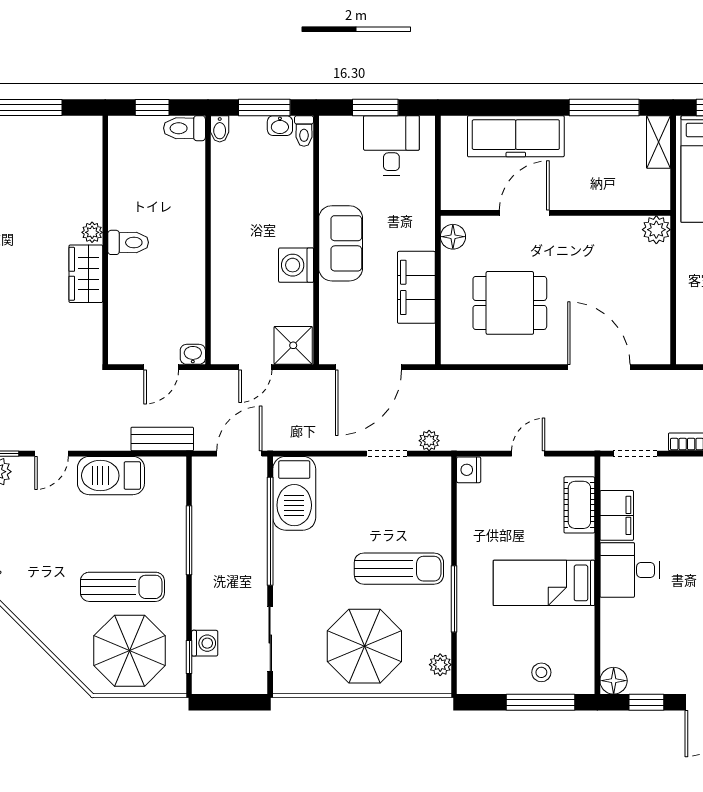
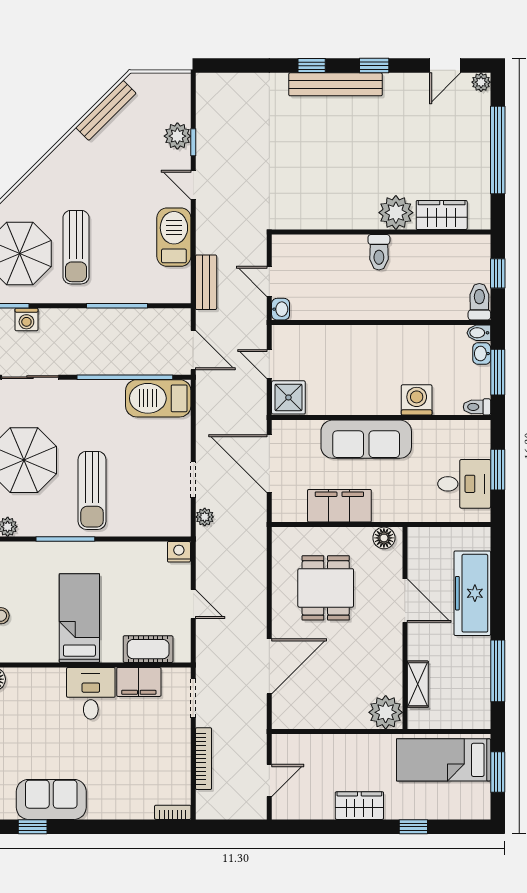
washbasin: (280, 126) -> (482, 354), moved
shelving: (658, 142) -> (418, 684), moved, turned 90
plant: (656, 230) -> (386, 712), width x1.36, depth x1.36
plant: (92, 232) -> (396, 213), width x1.88, depth x1.88
sofa: (341, 243) -> (366, 439), width x1.36
washing machine: (296, 265) -> (417, 400), moved
wardrobe: (86, 274) -> (442, 215), moved

